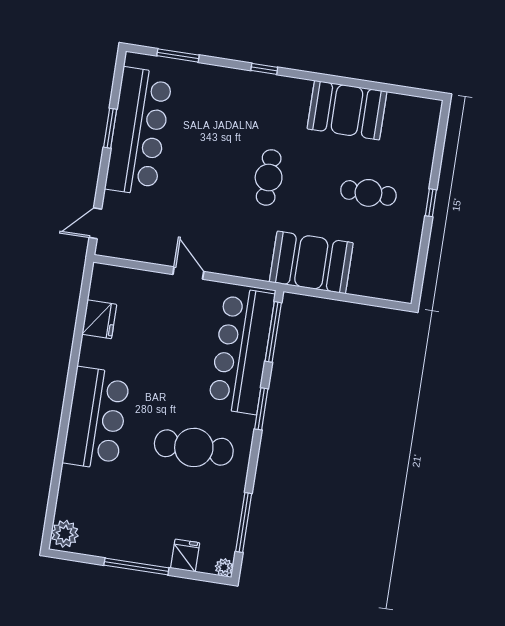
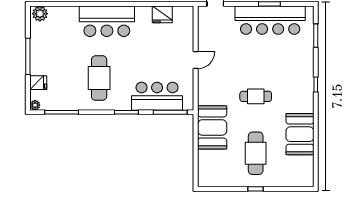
cafe table: (368, 193) -> (256, 153), width x1.37, depth x1.35
bar counter: (241, 351) -> (157, 96), width x0.73

